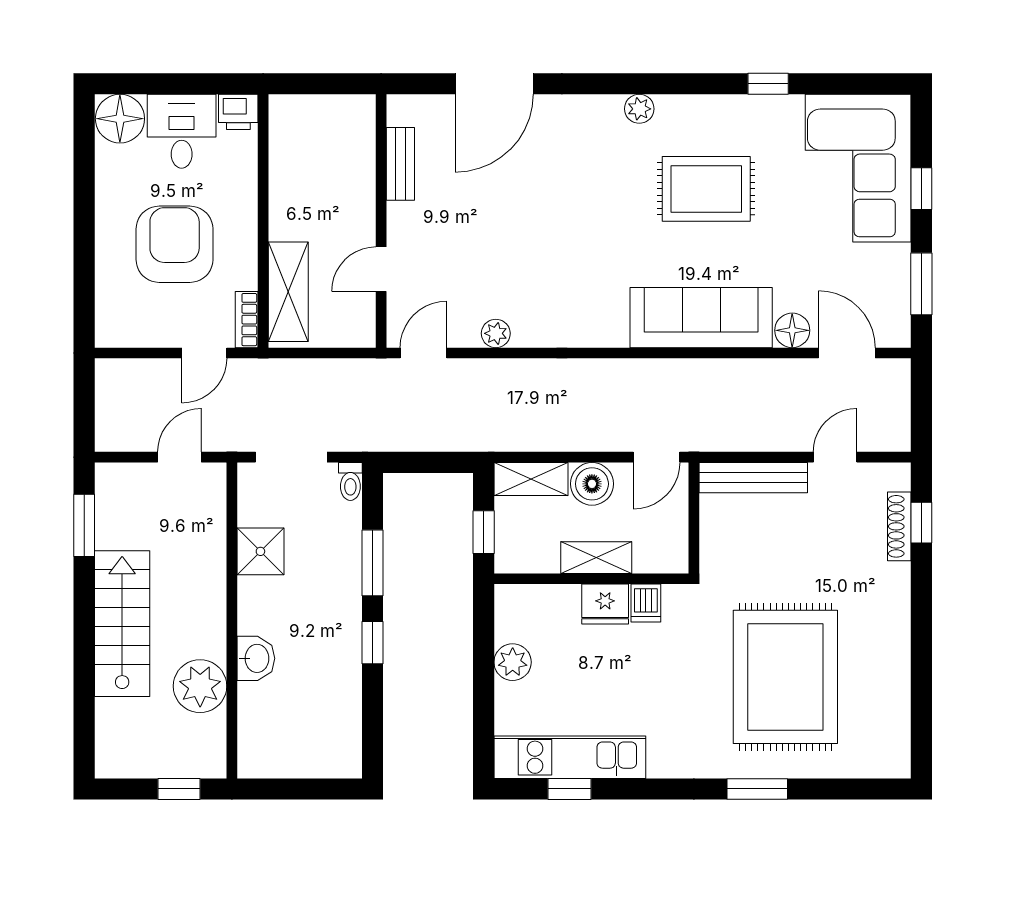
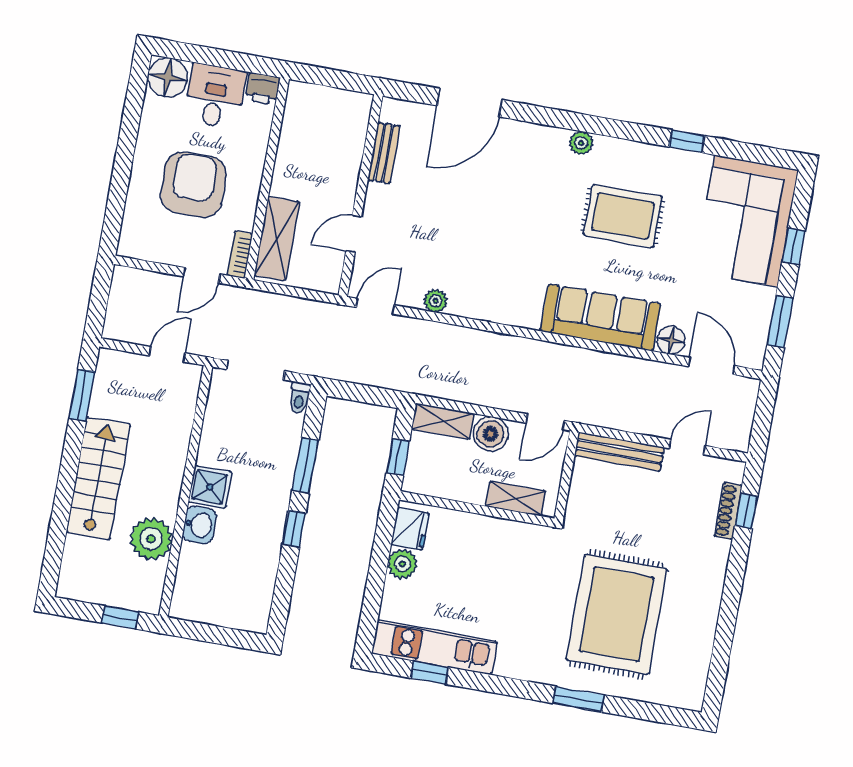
shower: (260, 551) -> (210, 487), moved
shelving: (596, 558) -> (516, 499), moved
dishwasher: (646, 603) -> (517, 536), removed
fridge: (605, 604) -> (410, 529), moved, turned -90

